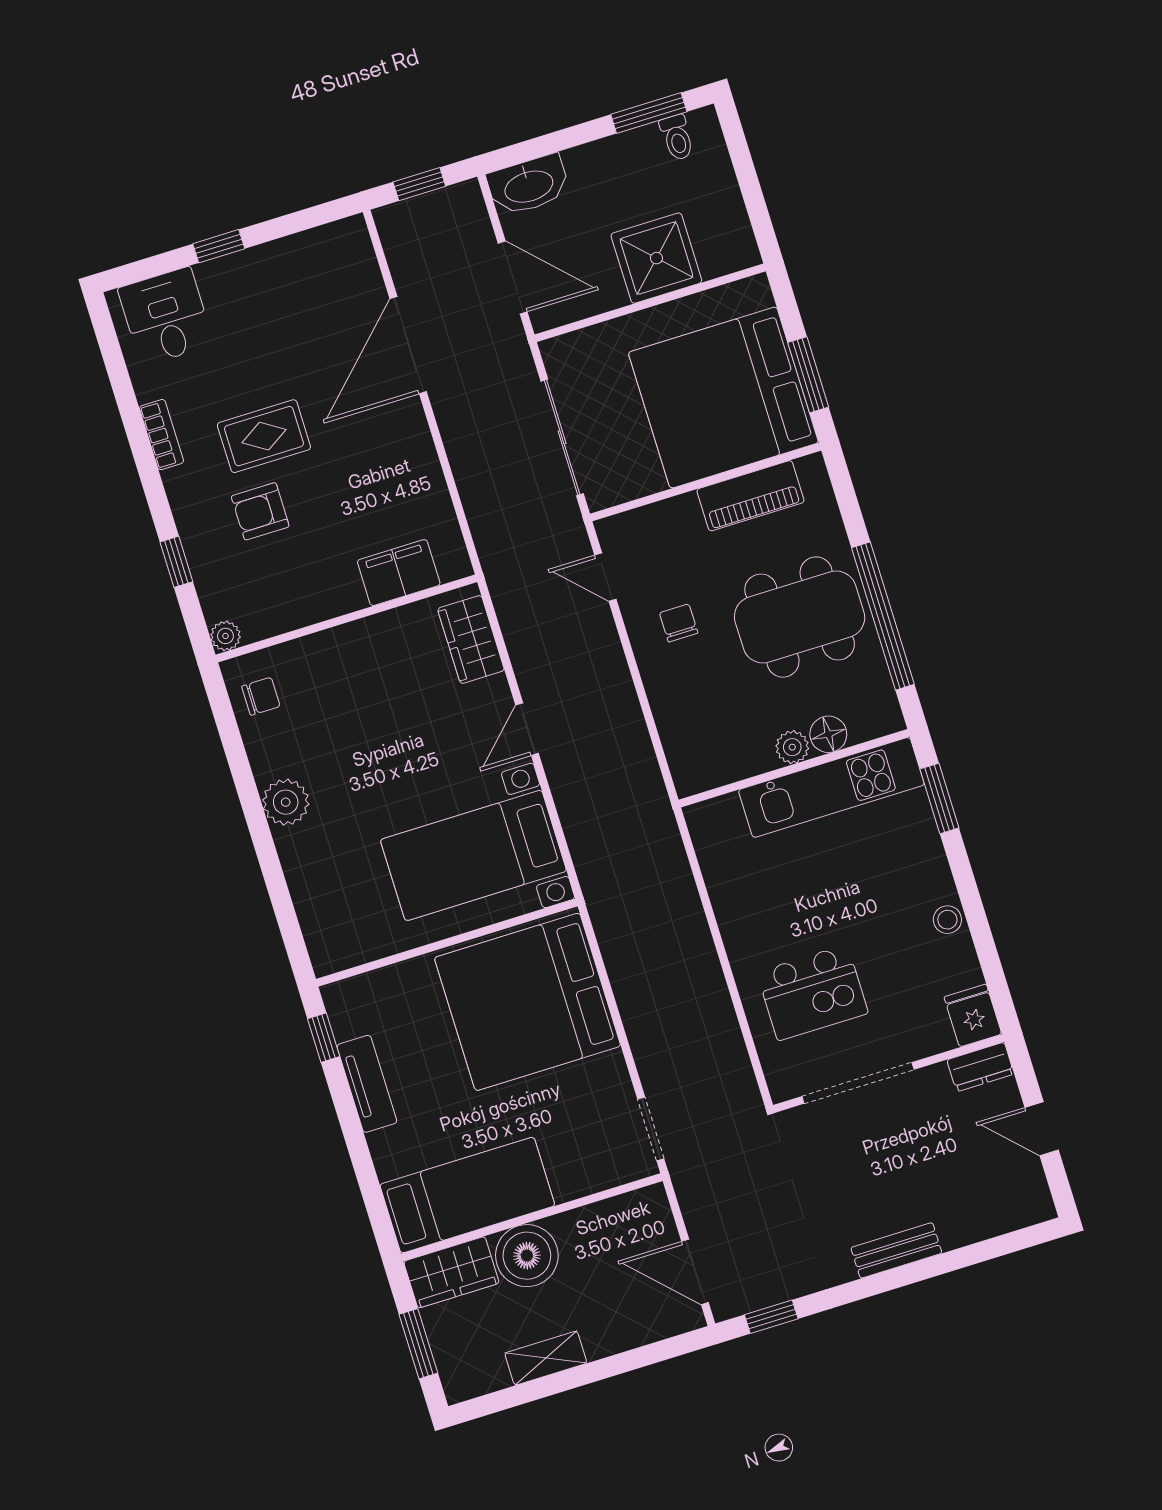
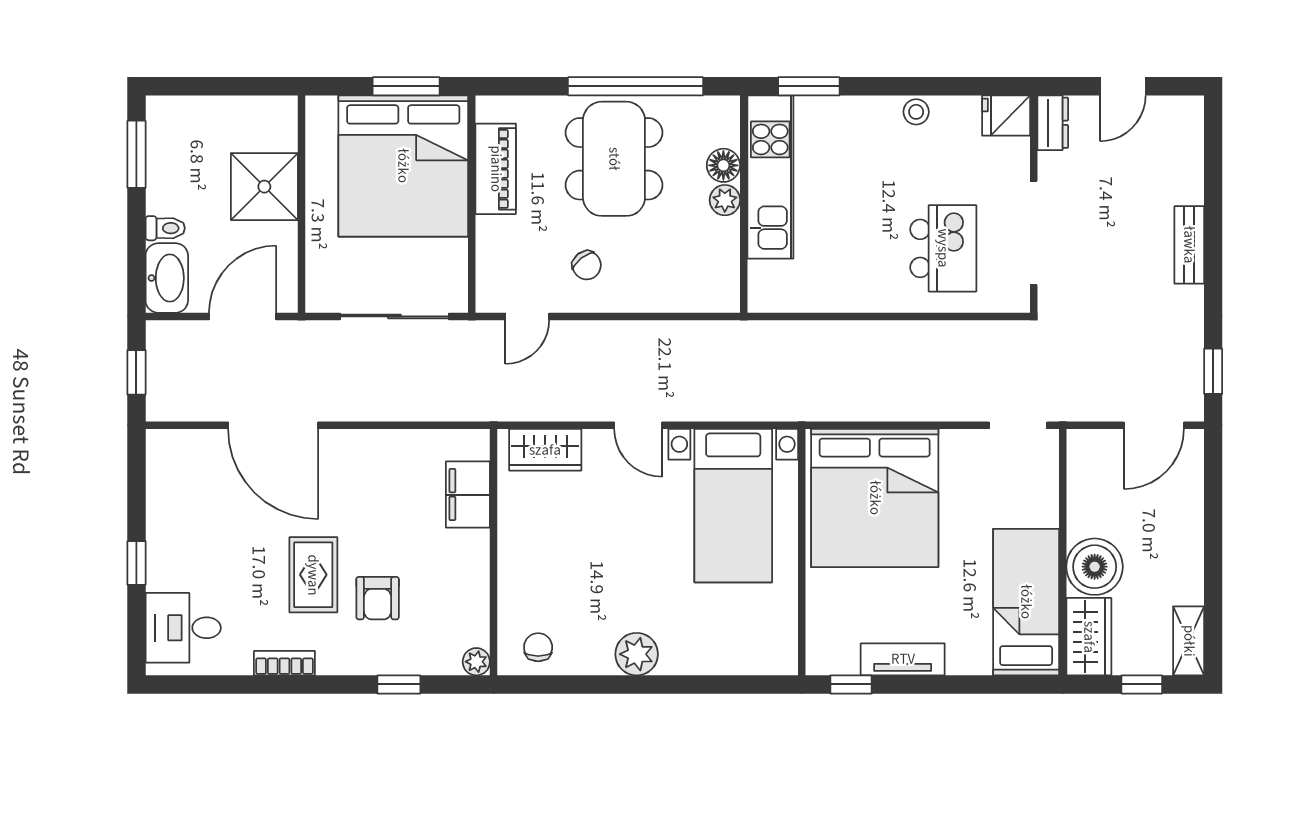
toilet: (677, 137) -> (165, 228), moved
chair: (679, 623) -> (587, 265), turned -128
window: (418, 1344) -> (1142, 684), width x0.67
shelving: (546, 1358) -> (1189, 641), moved

